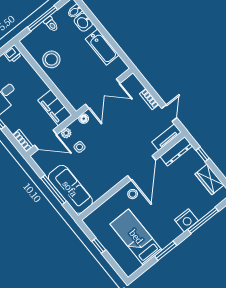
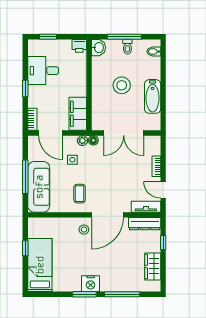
washbasin: (83, 22) -> (99, 48), moved, turned 180
stool: (51, 59) -> (122, 85), moved
door: (169, 113) -> (163, 190), swing flipped
plant: (66, 133) -> (82, 141), moved
coffee table: (106, 169) -> (80, 194), added
nightstand: (186, 220) -> (91, 284), moved
bed: (136, 237) -> (40, 265), moved
window: (166, 251) -> (84, 294), moved

